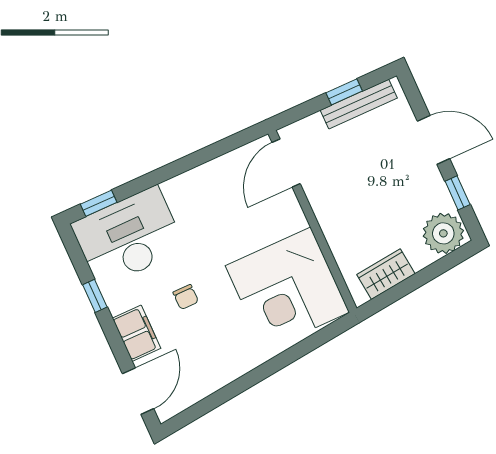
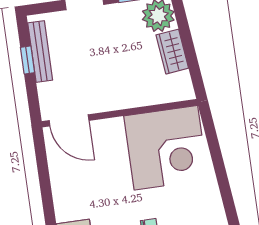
wardrobe: (386, 274) -> (172, 52), moved

